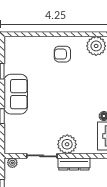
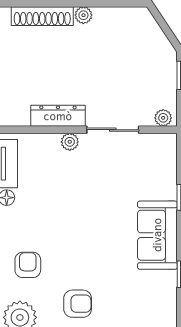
armchair: (92, 77) -> (28, 265), added
plant: (67, 144) -> (70, 142), width x0.53, depth x0.53

